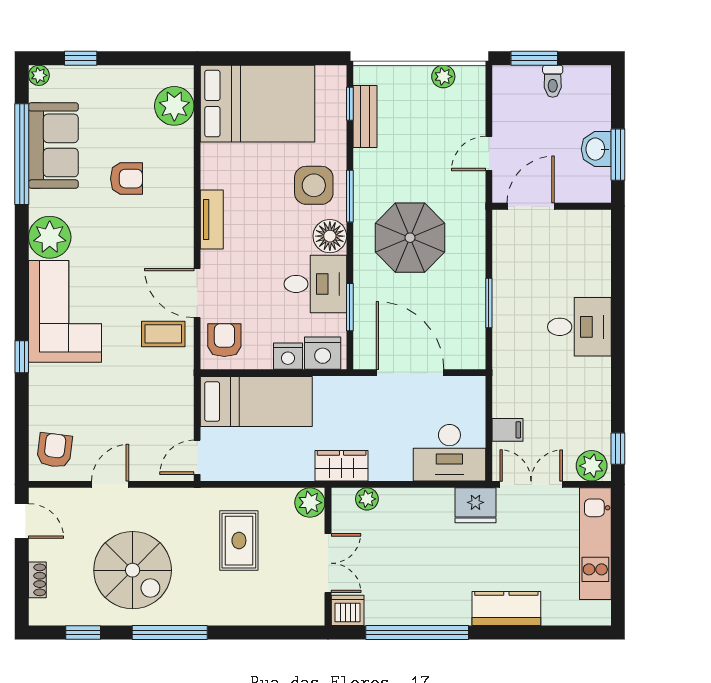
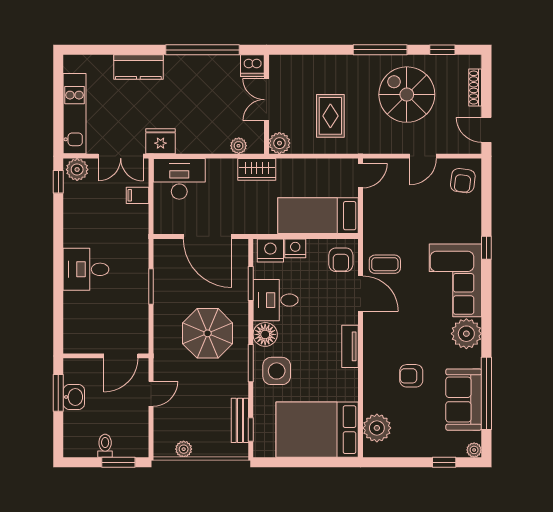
shoe rack: (37, 580) -> (475, 88), width x1.43

